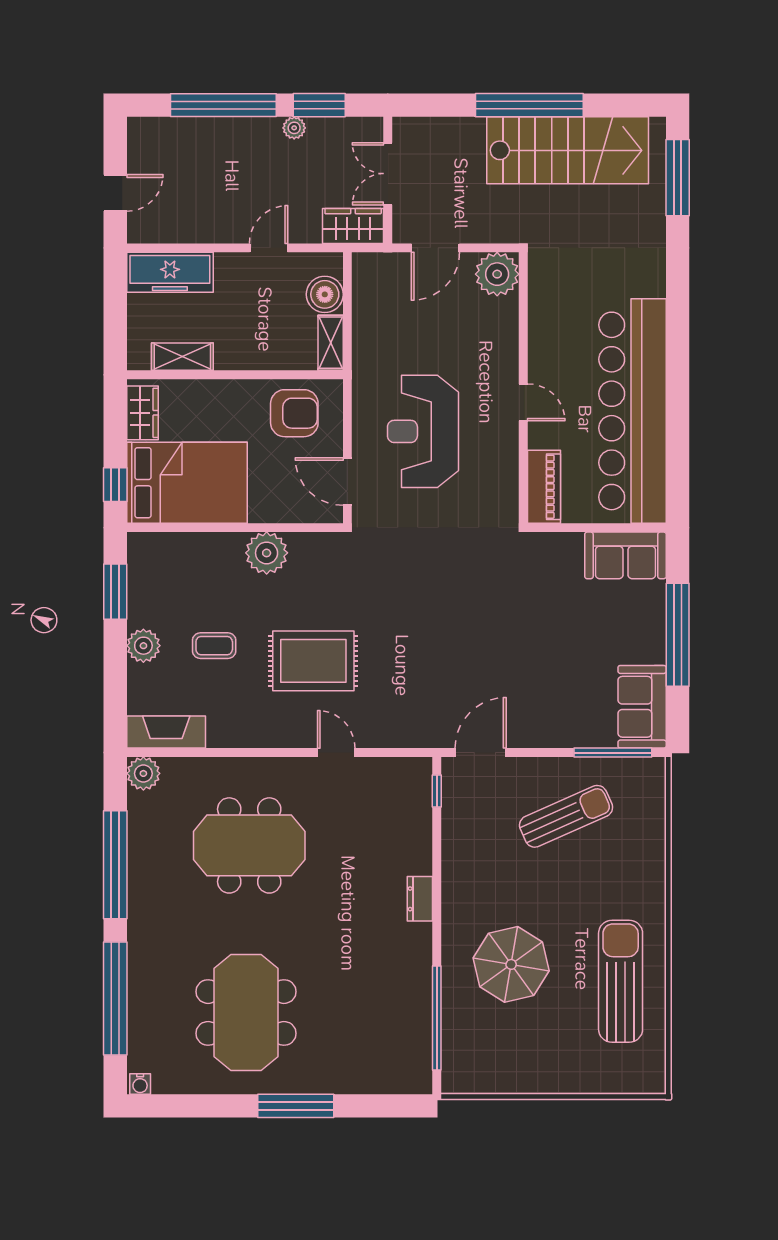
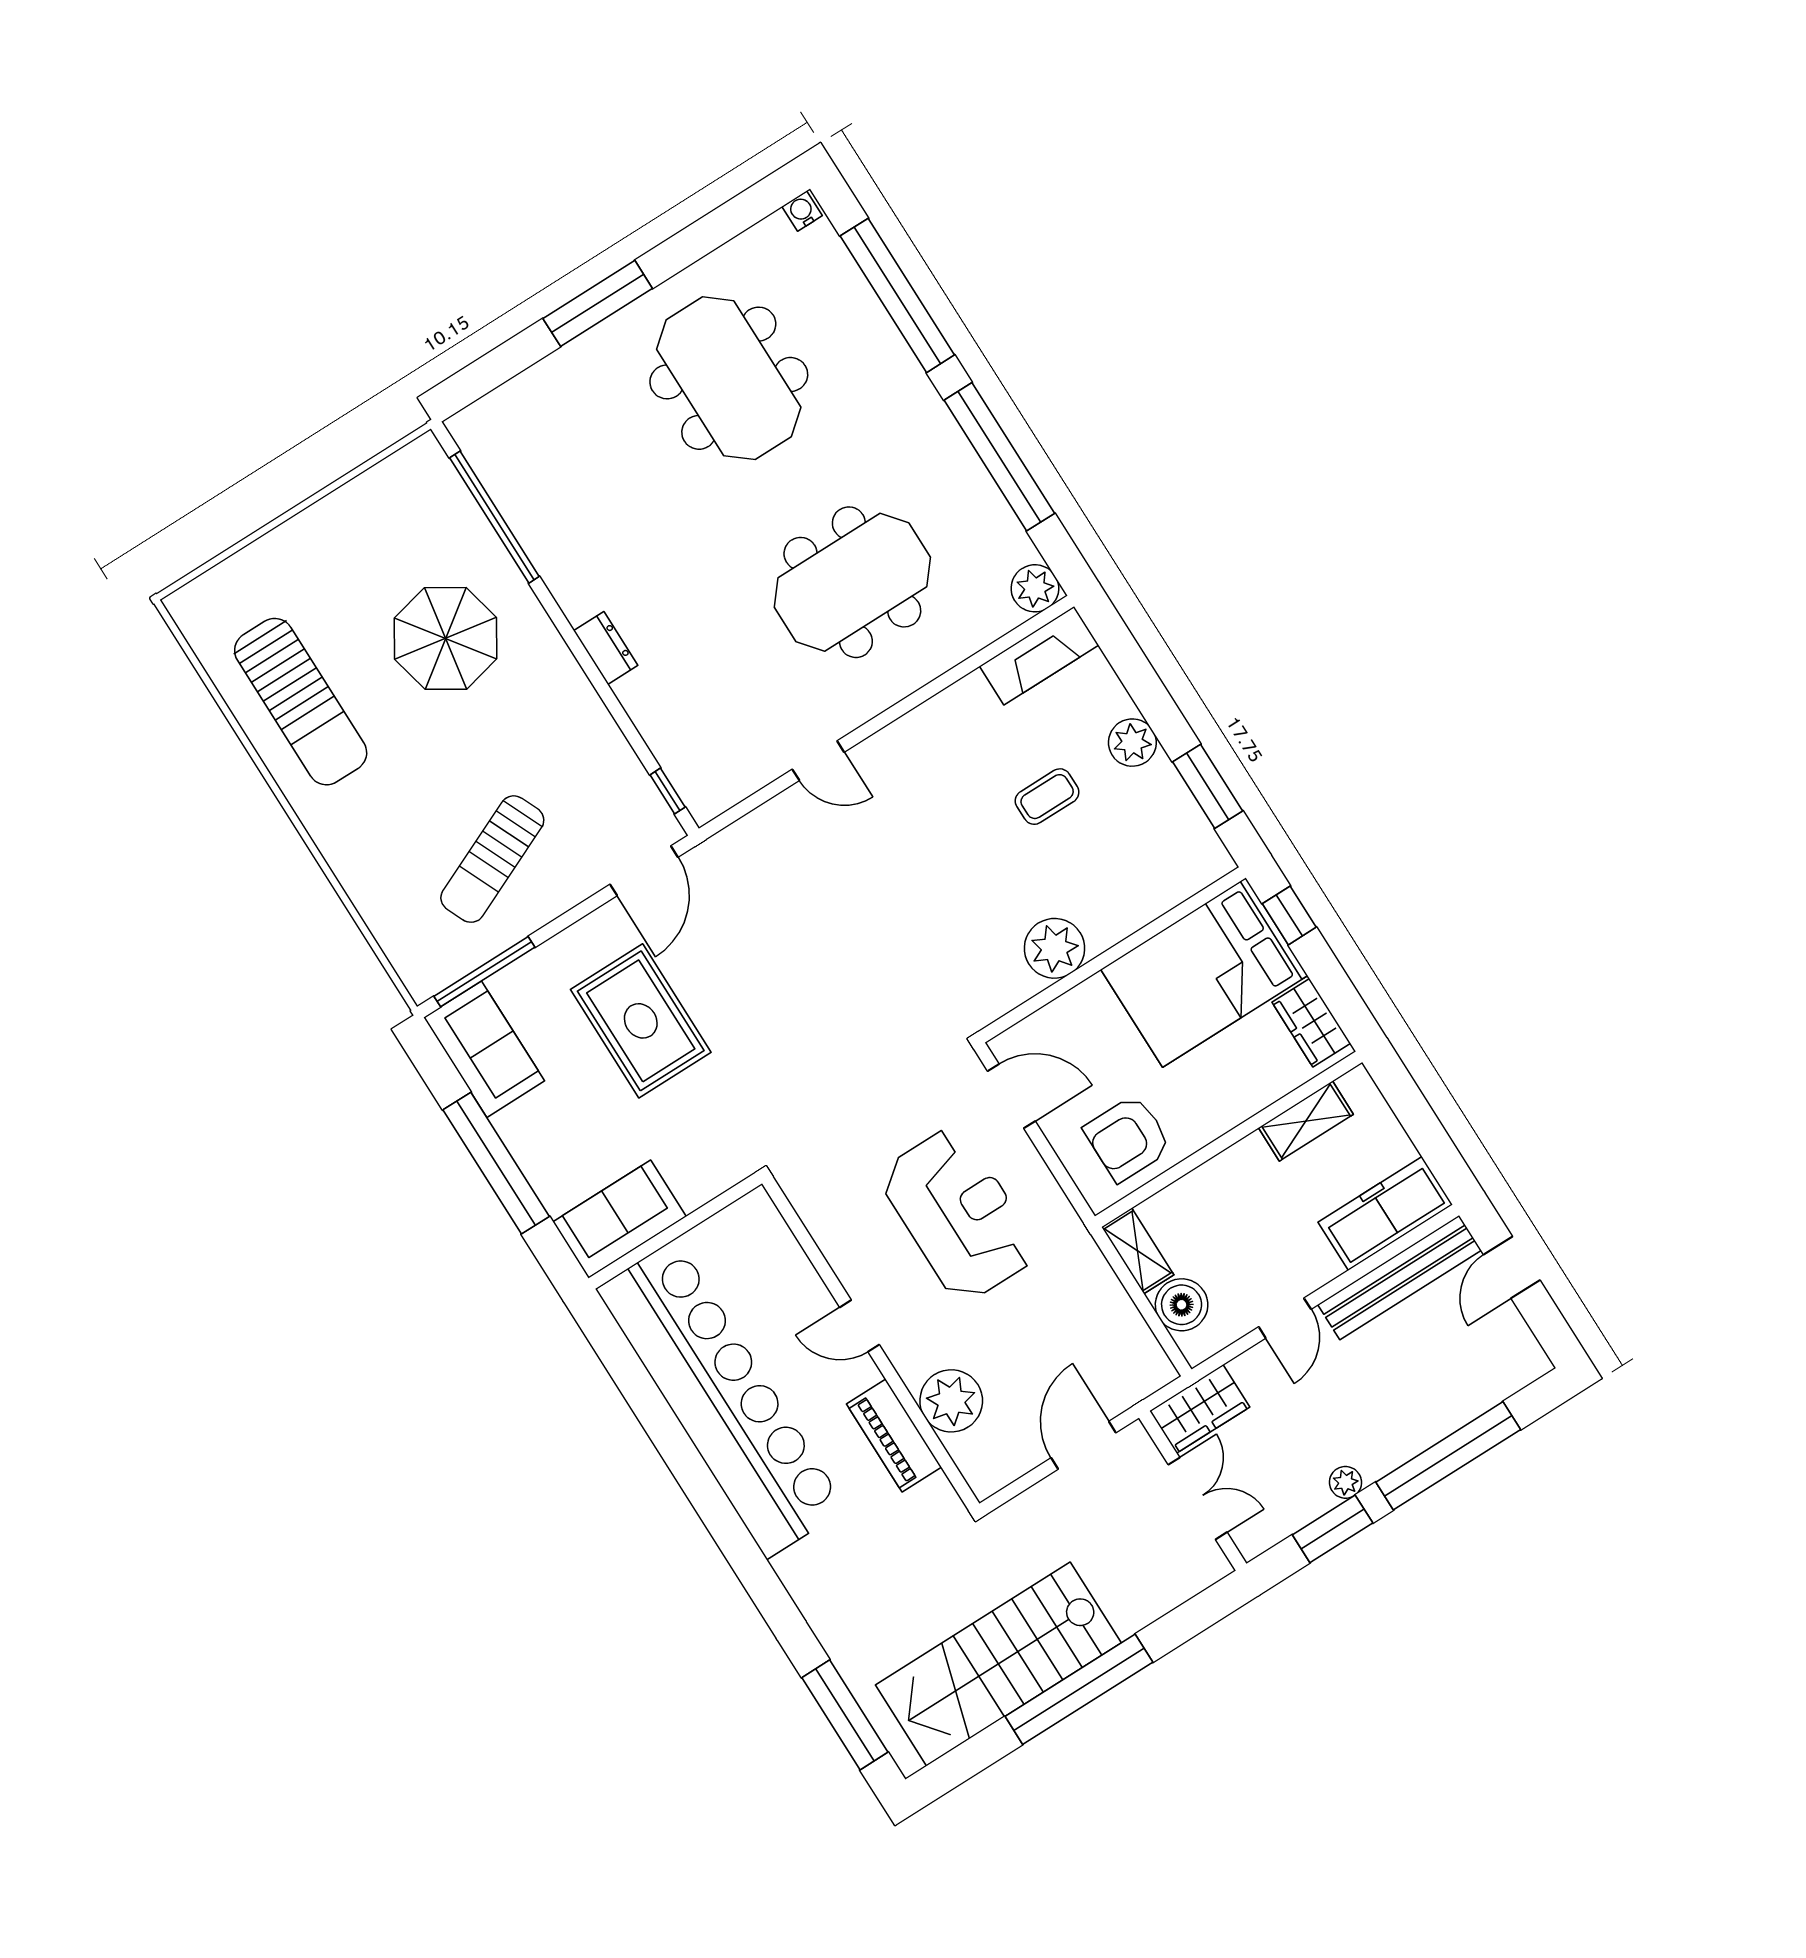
bench: (185, 229) -> (1400, 1277), added
plant: (497, 274) -> (951, 1401), moved
piano: (544, 487) -> (894, 1436), moved
rug: (313, 661) -> (641, 1021), moved, turned 90

